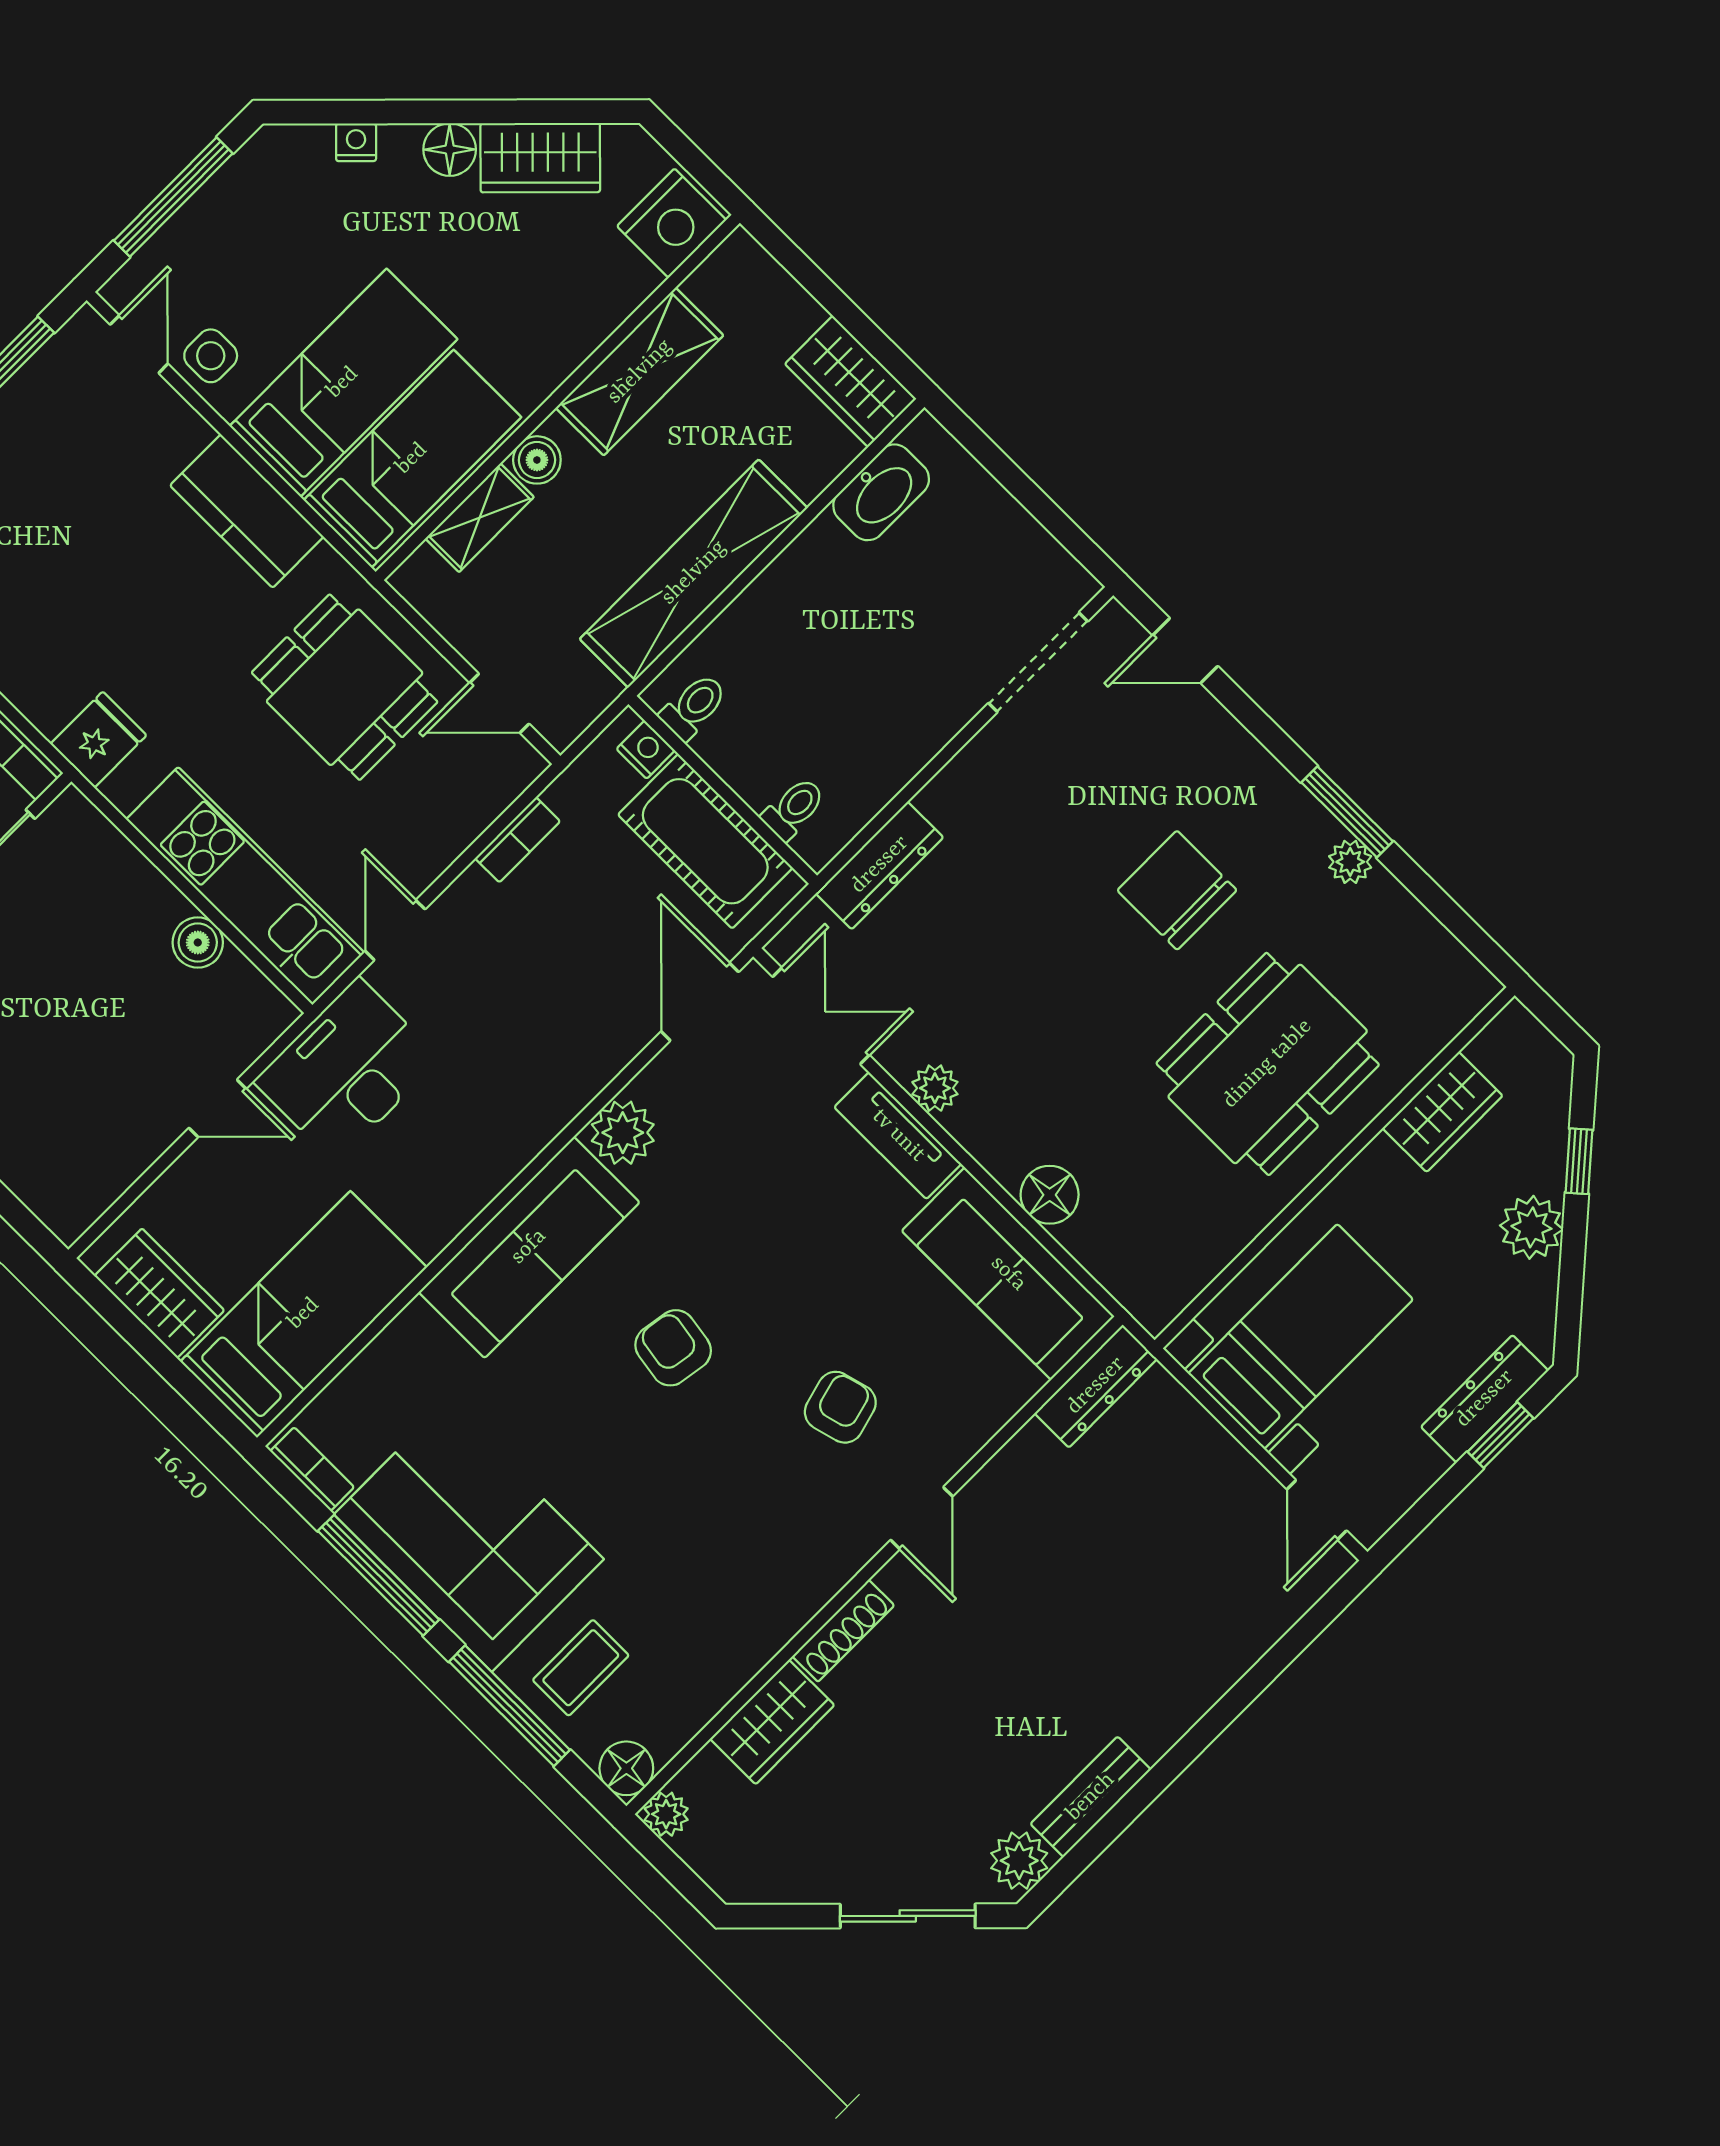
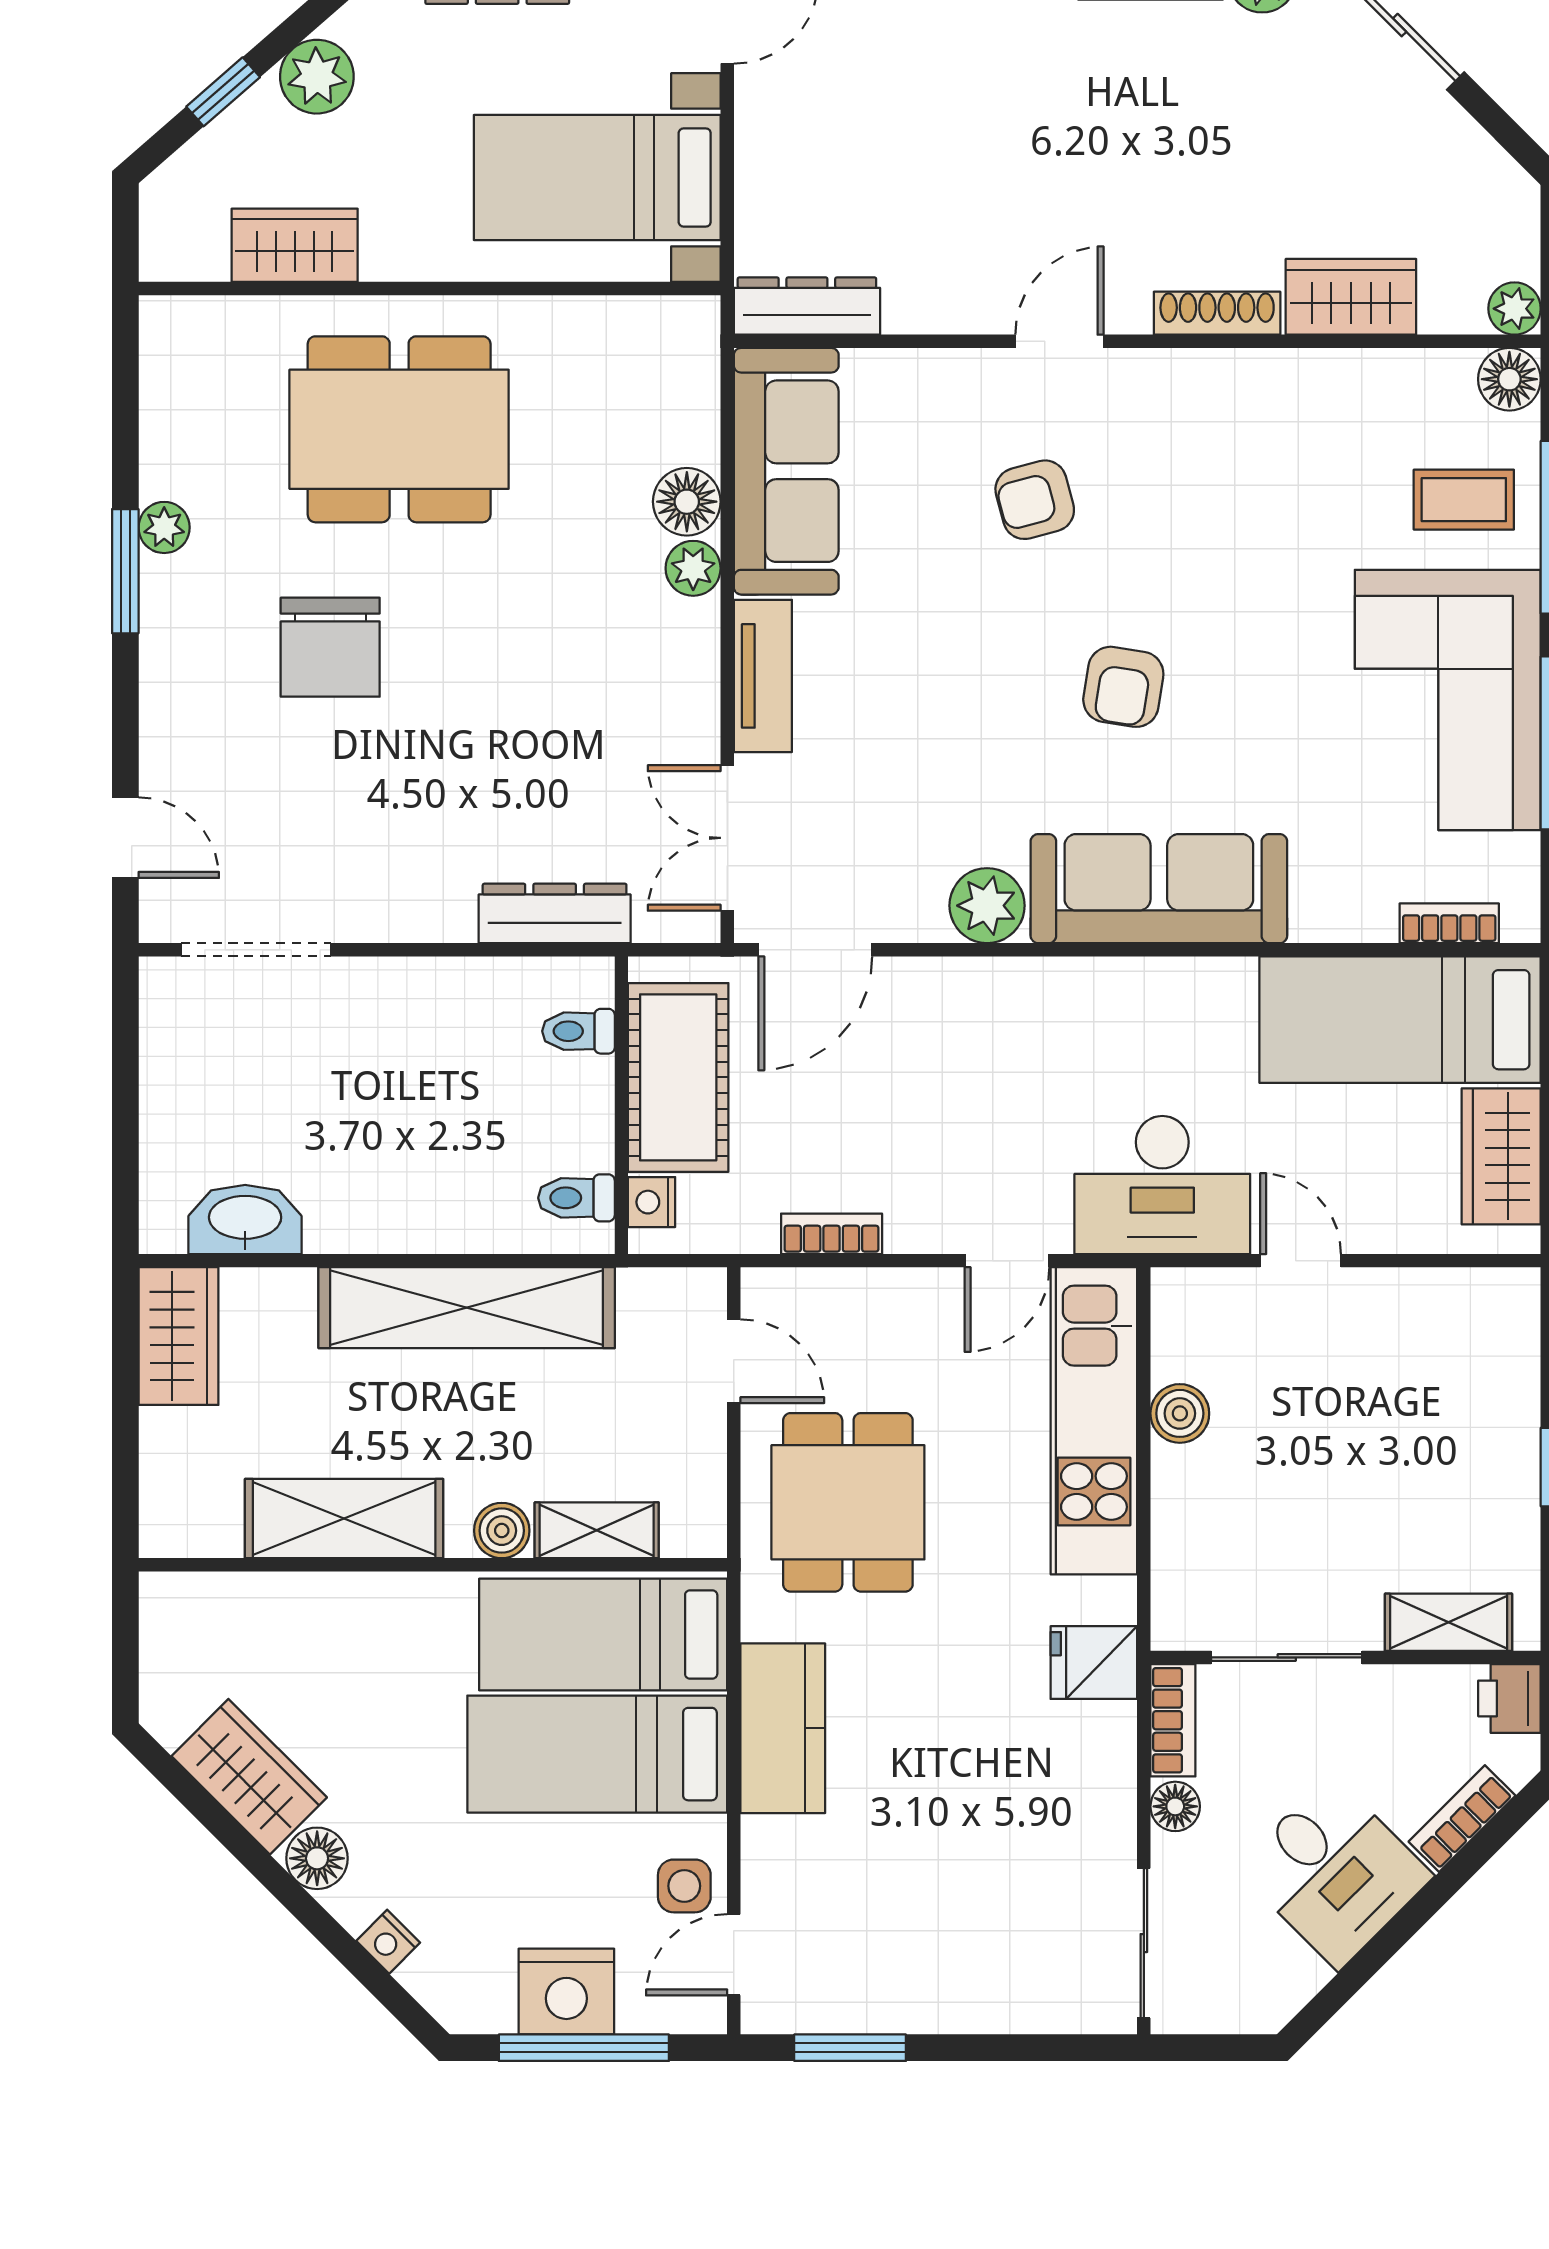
nightstand: (672, 223) -> (566, 1992), moved, turned 180
plant: (935, 1088) -> (693, 568), moved
bookcase: (312, 1469) -> (1449, 923), moved, turned 90

